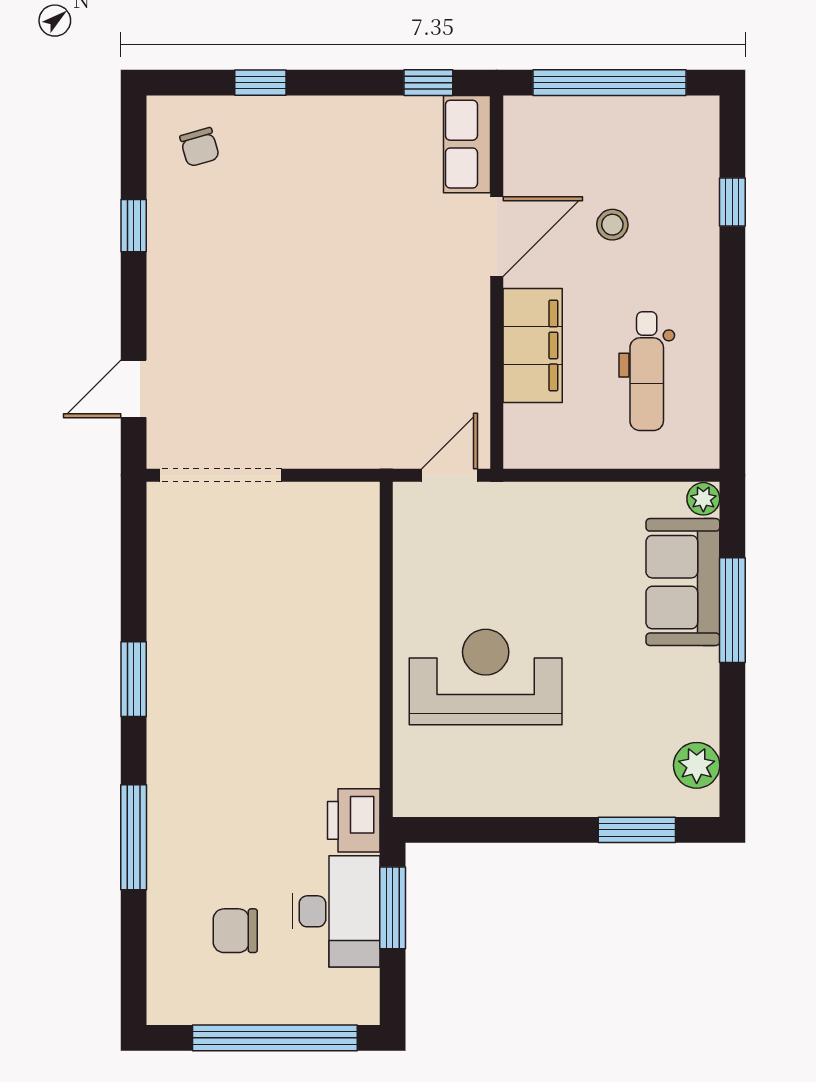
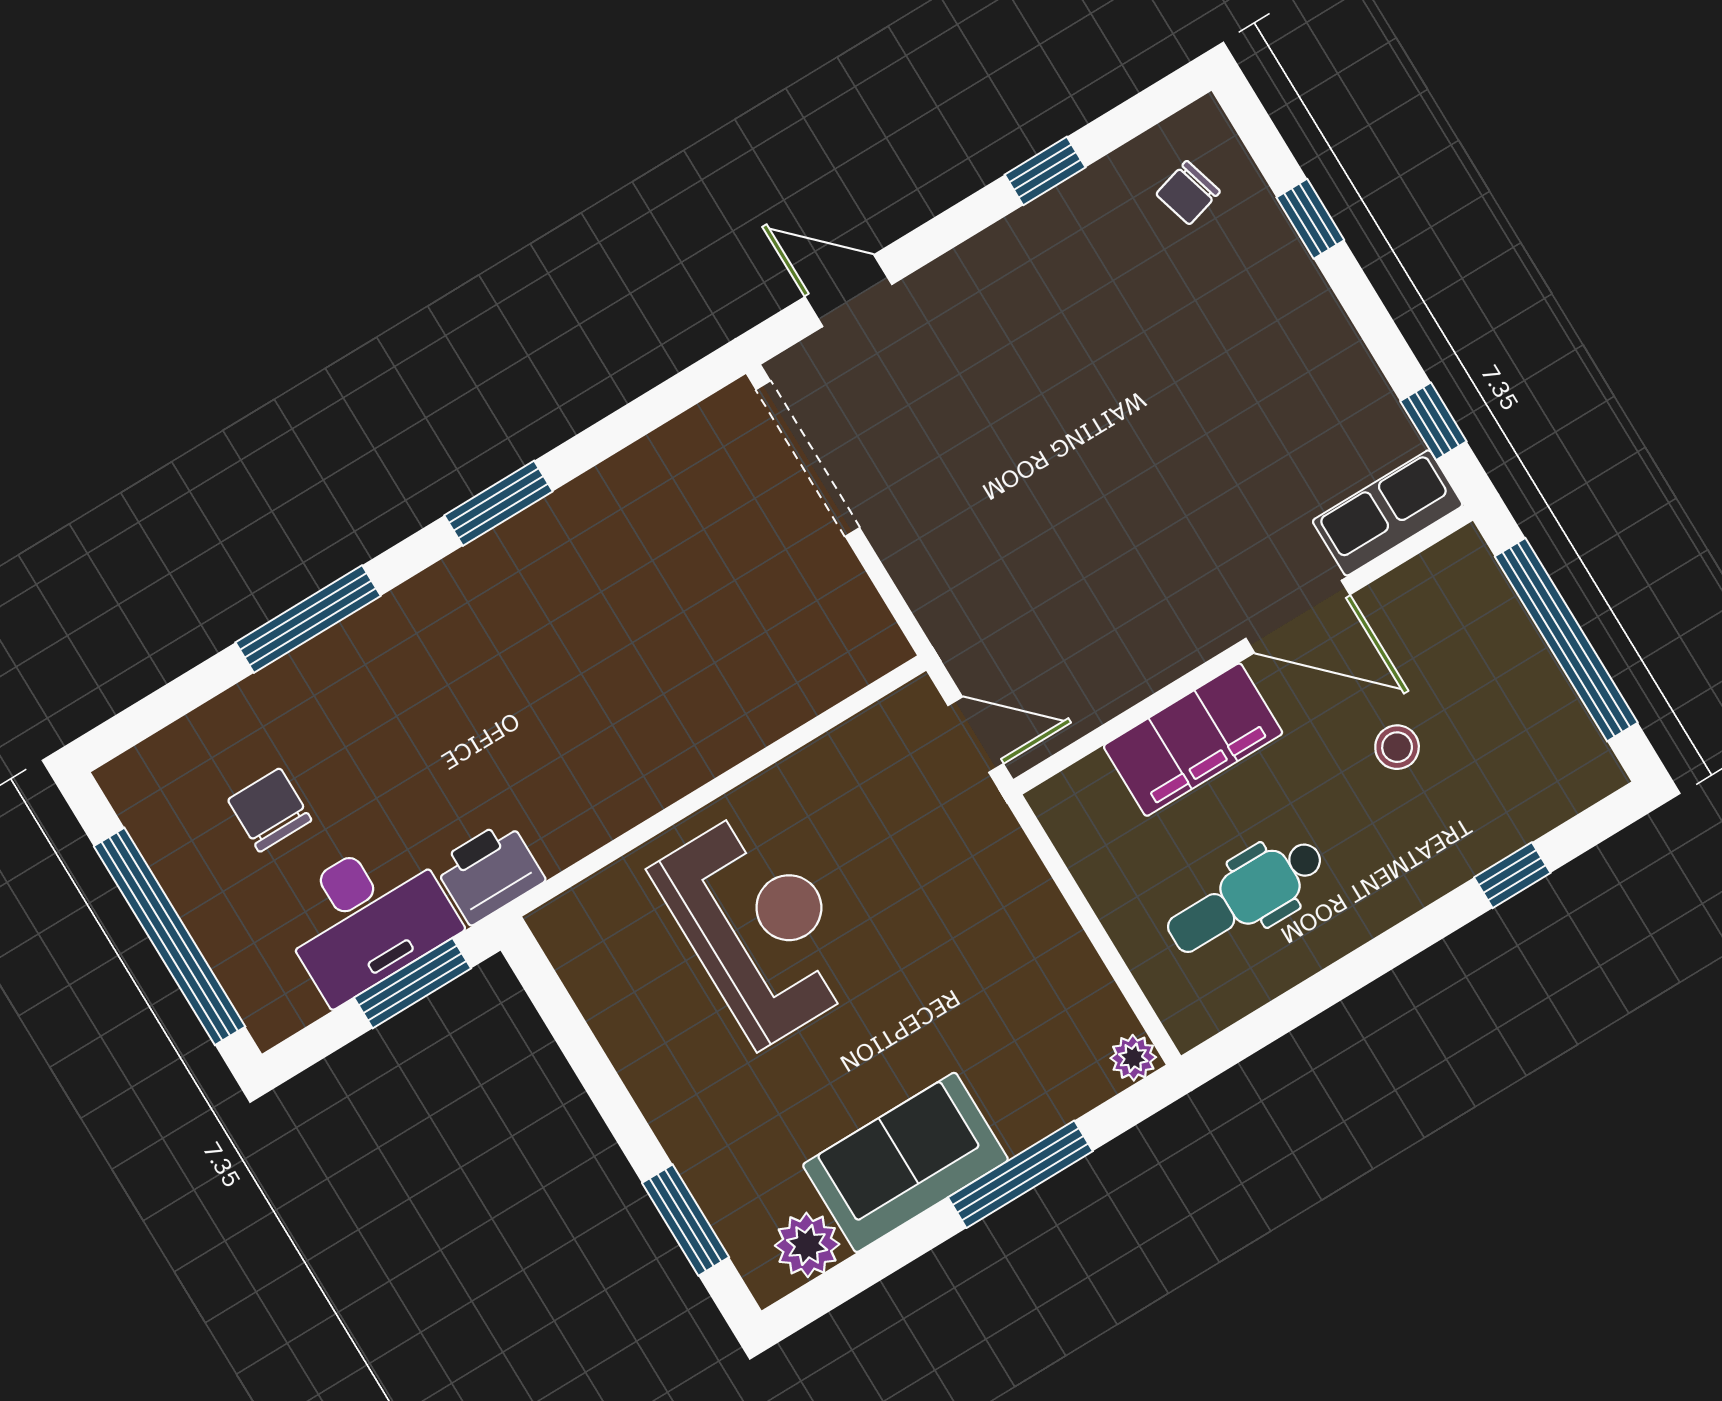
sofa: (683, 582) -> (905, 1162), moved

